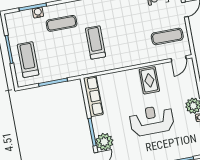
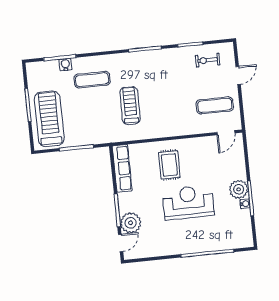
treadmill: (28, 60) -> (49, 119), width x1.37, depth x1.38
rug: (149, 80) -> (169, 165), moved

